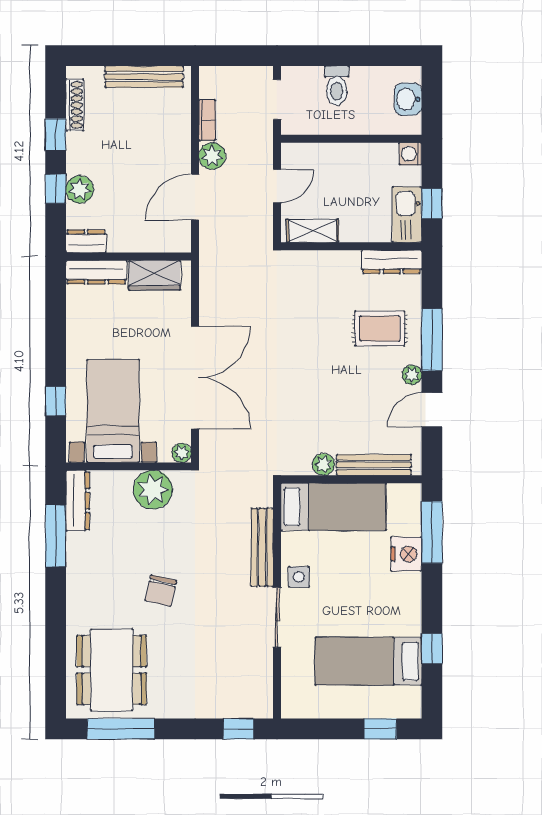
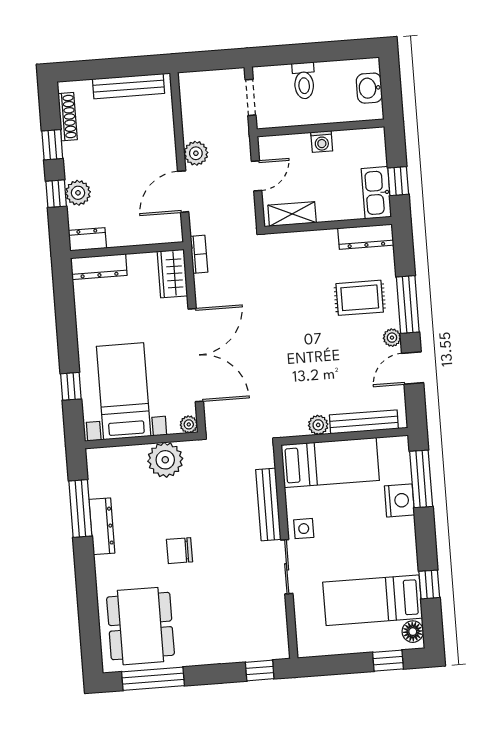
bookcase: (207, 120) -> (199, 254), moved
washing machine: (410, 154) -> (322, 142), moved, turned -90
wardrobe: (154, 275) -> (172, 274), moved, turned 90
dresser: (78, 501) -> (102, 526), moved
chair: (161, 591) -> (180, 551), turned 77
floor lamp: (410, 699) -> (413, 632), added

